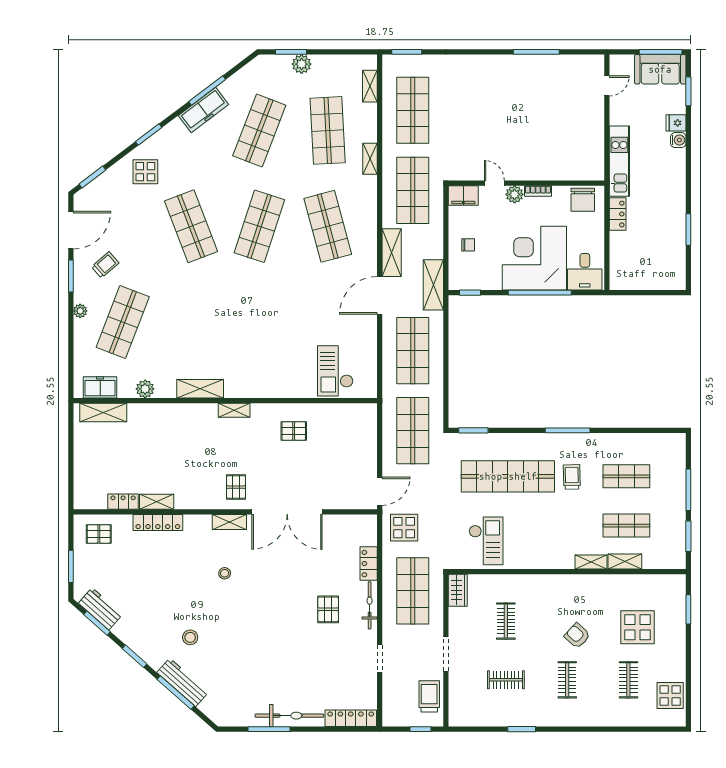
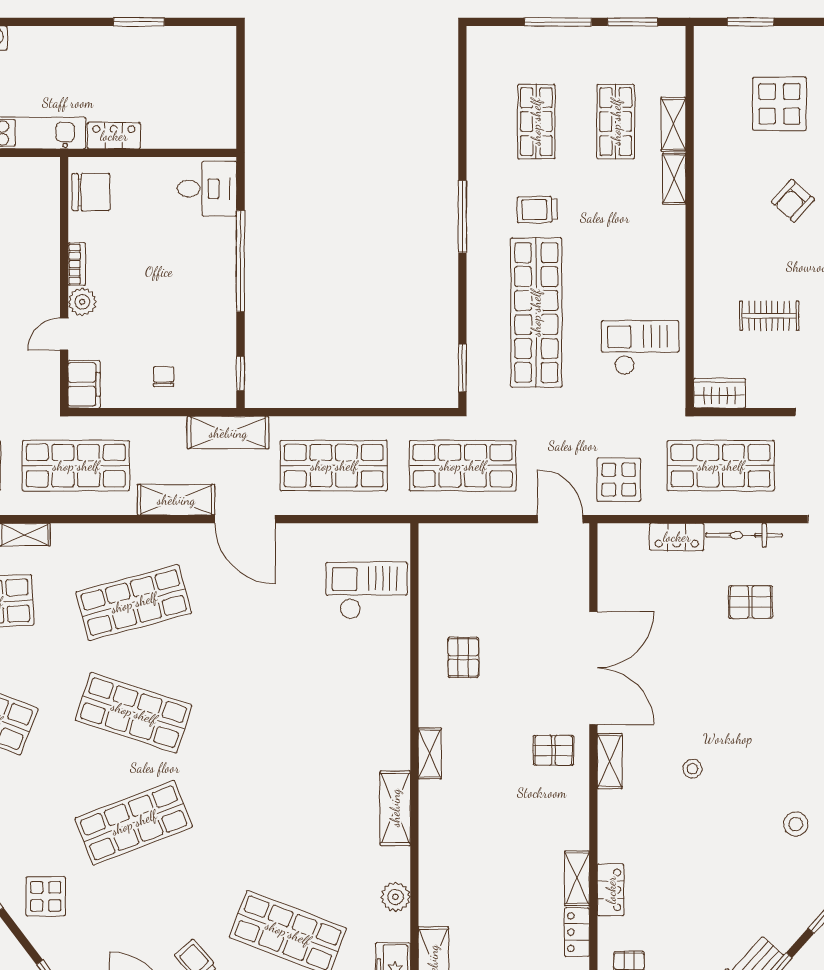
corner desk: (534, 258) -> (185, 270), removed
checkout: (335, 371) -> (367, 590), turned 180
locker: (158, 522) -> (611, 890), width x0.66

